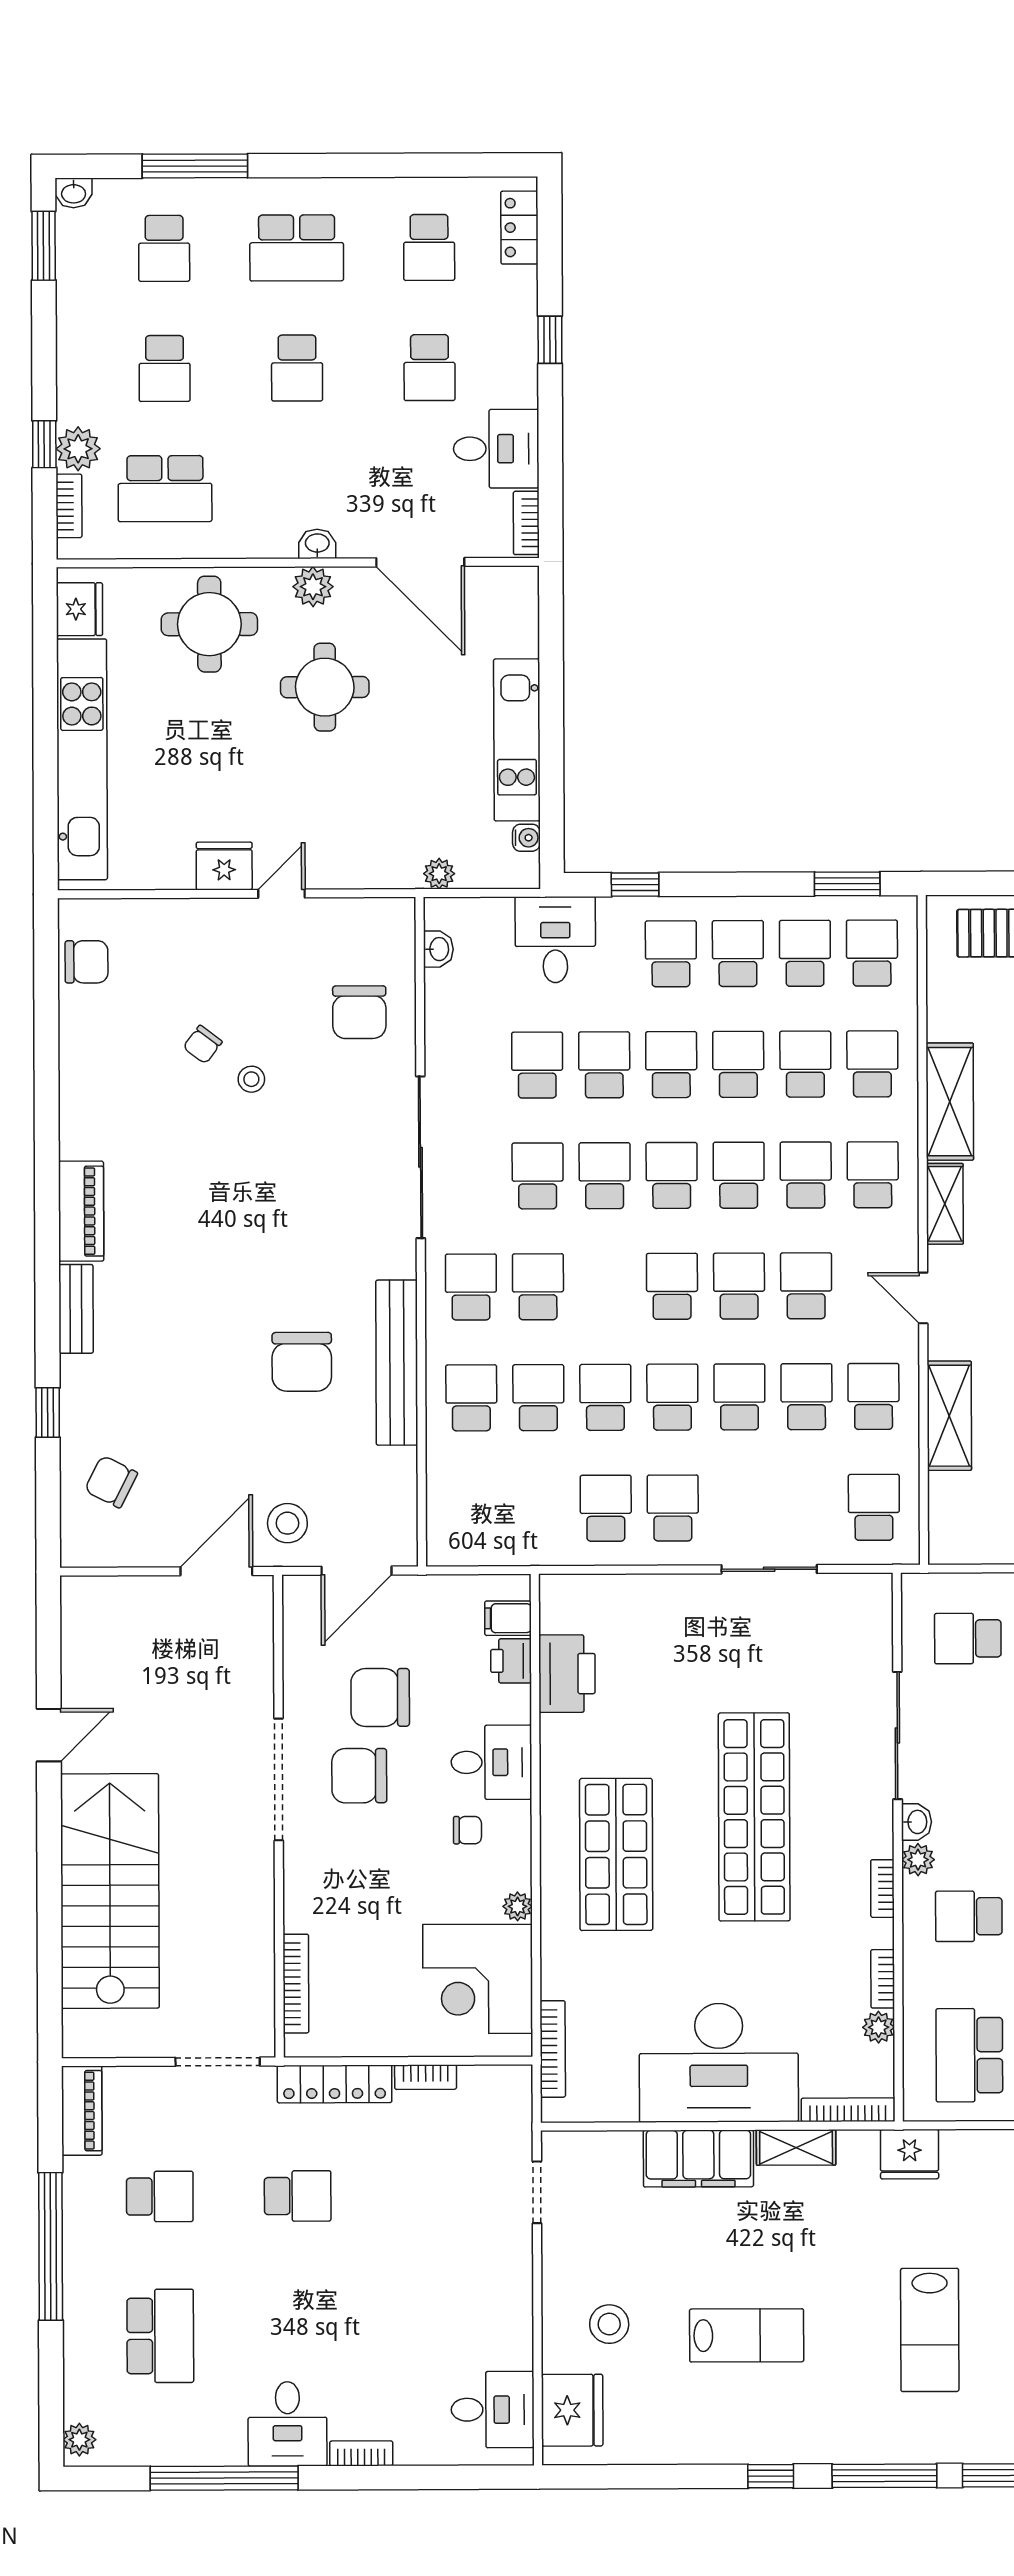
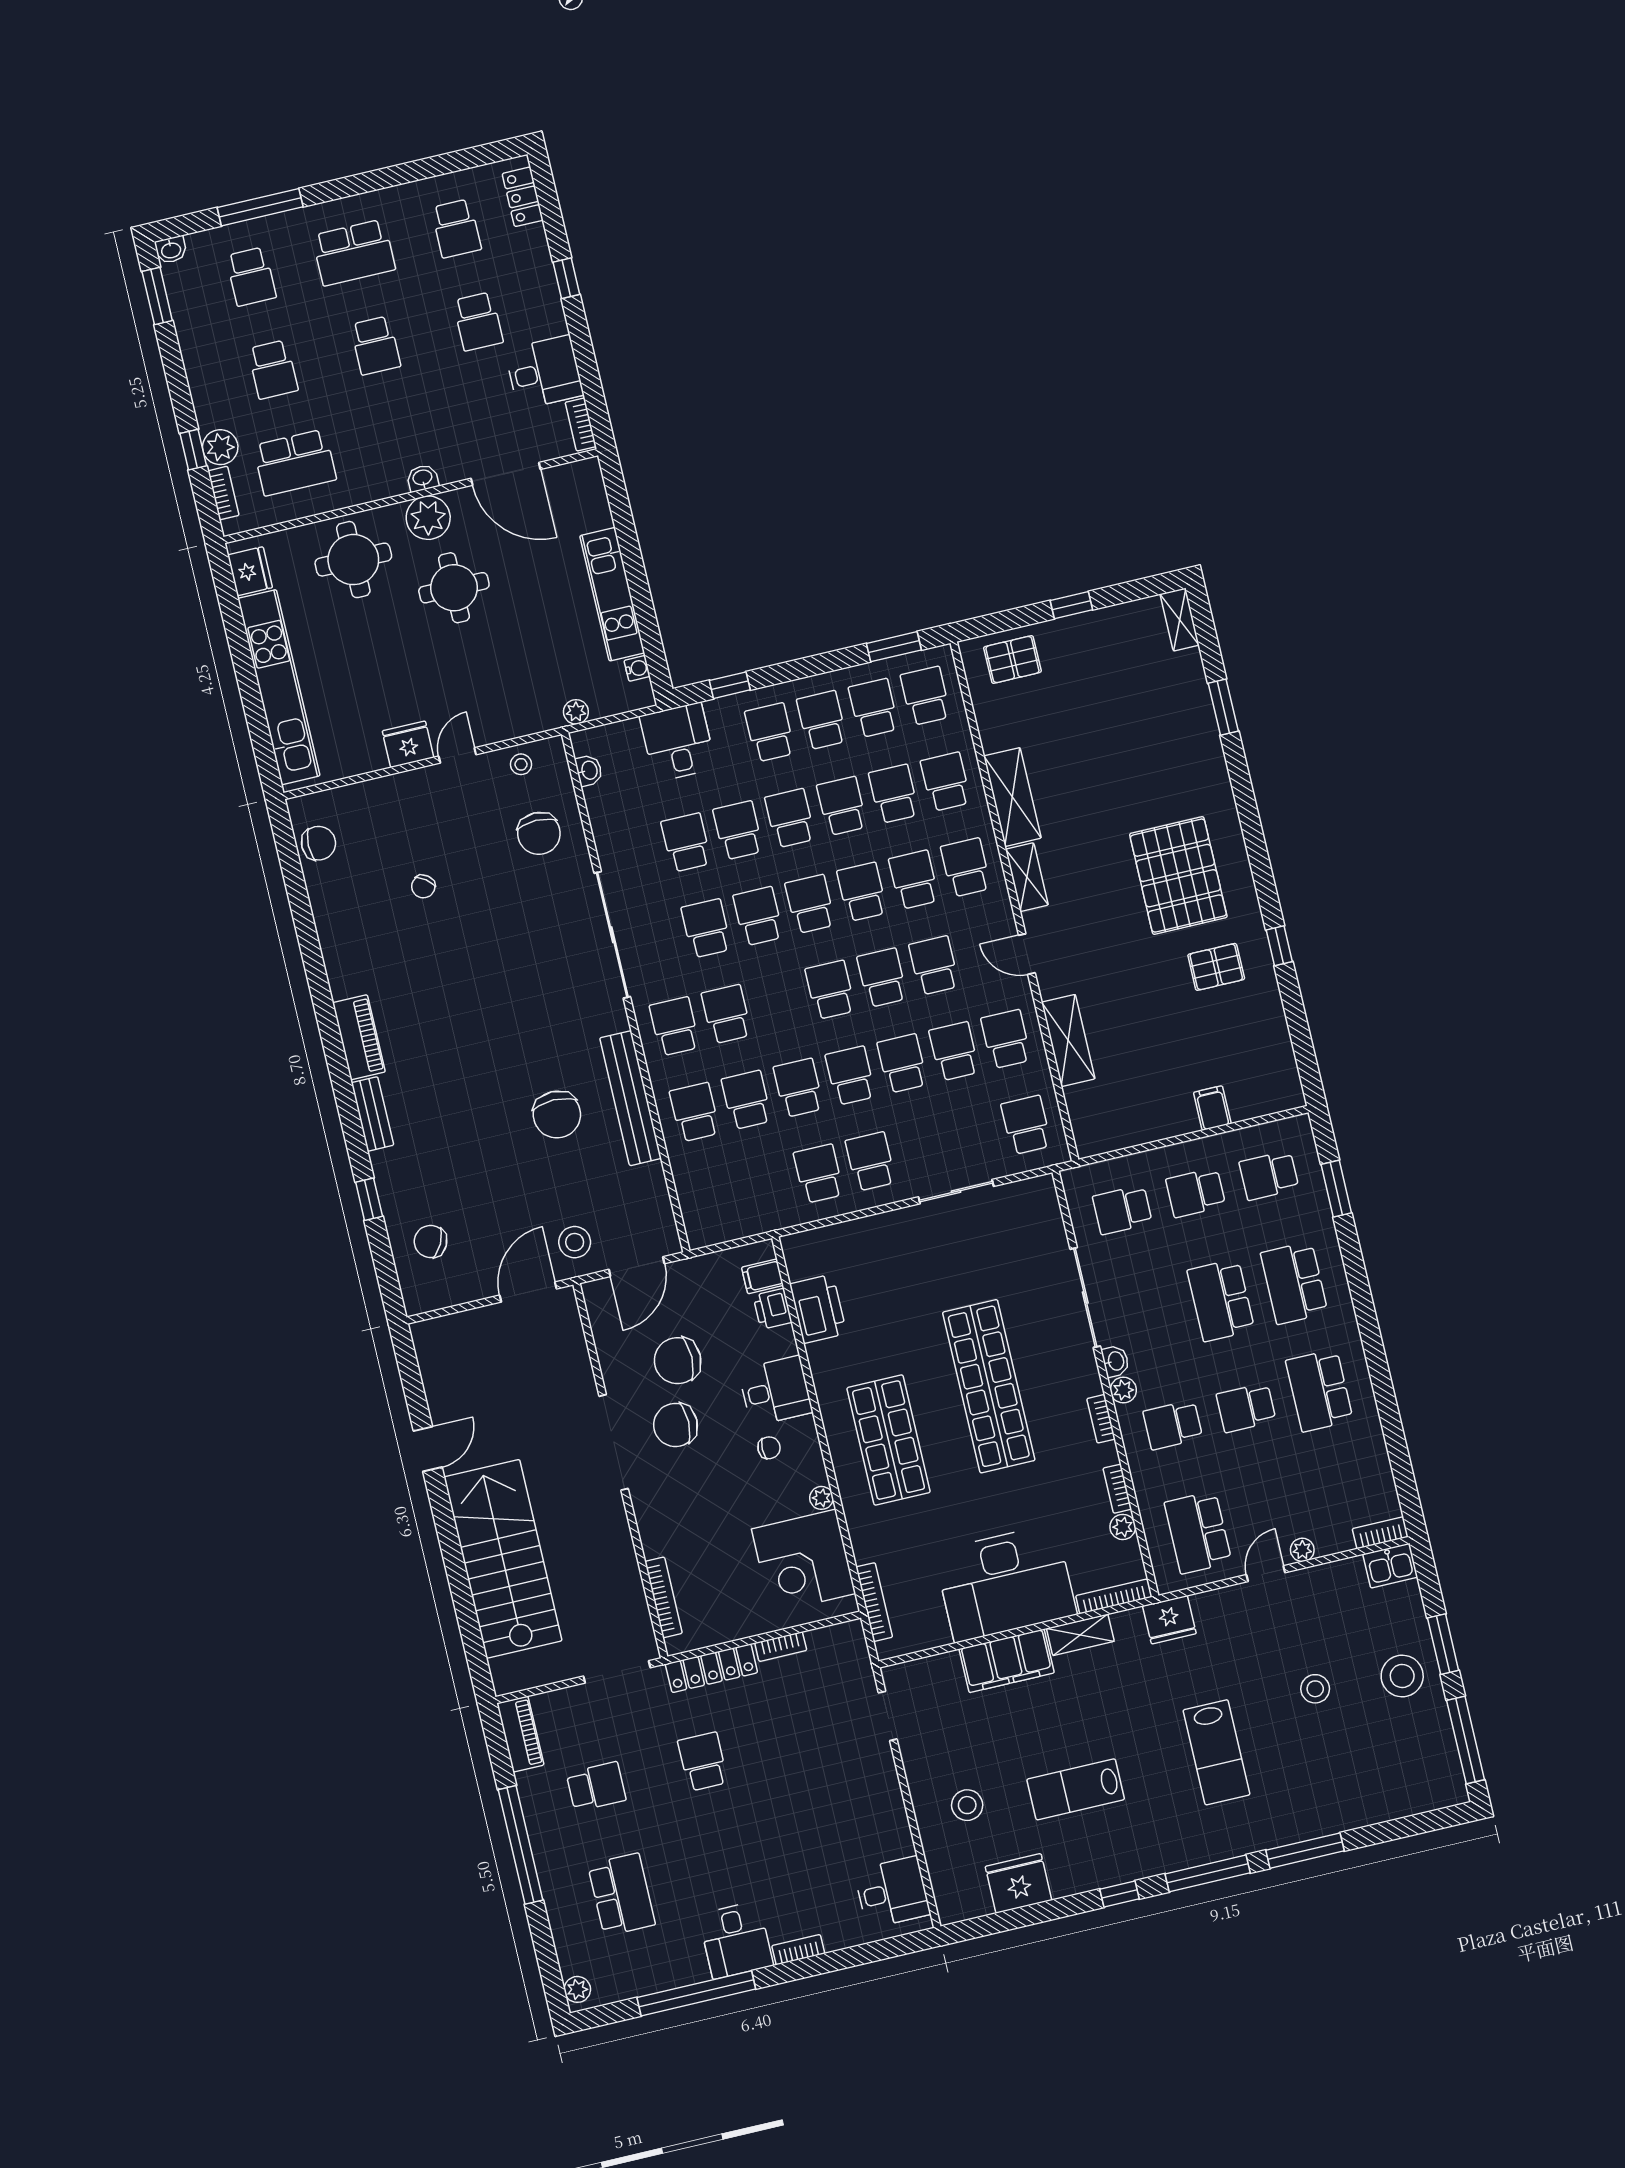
plant: (313, 587) -> (428, 518), width x1.36, depth x1.36
stool: (251, 1079) -> (521, 764), moved
school desk: (298, 2196) -> (703, 1762), turned -90
lab bench: (747, 2335) -> (1076, 1789), turned 180
fridge: (572, 2410) -> (1018, 1883), moved, turned -90

